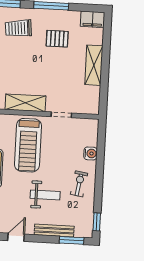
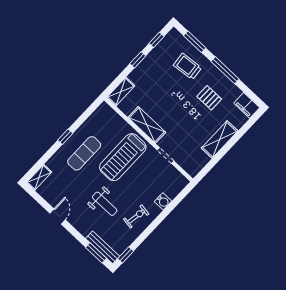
bench: (54, 230) -> (103, 247), moved
door: (16, 237) -> (58, 217), hinge flipped

